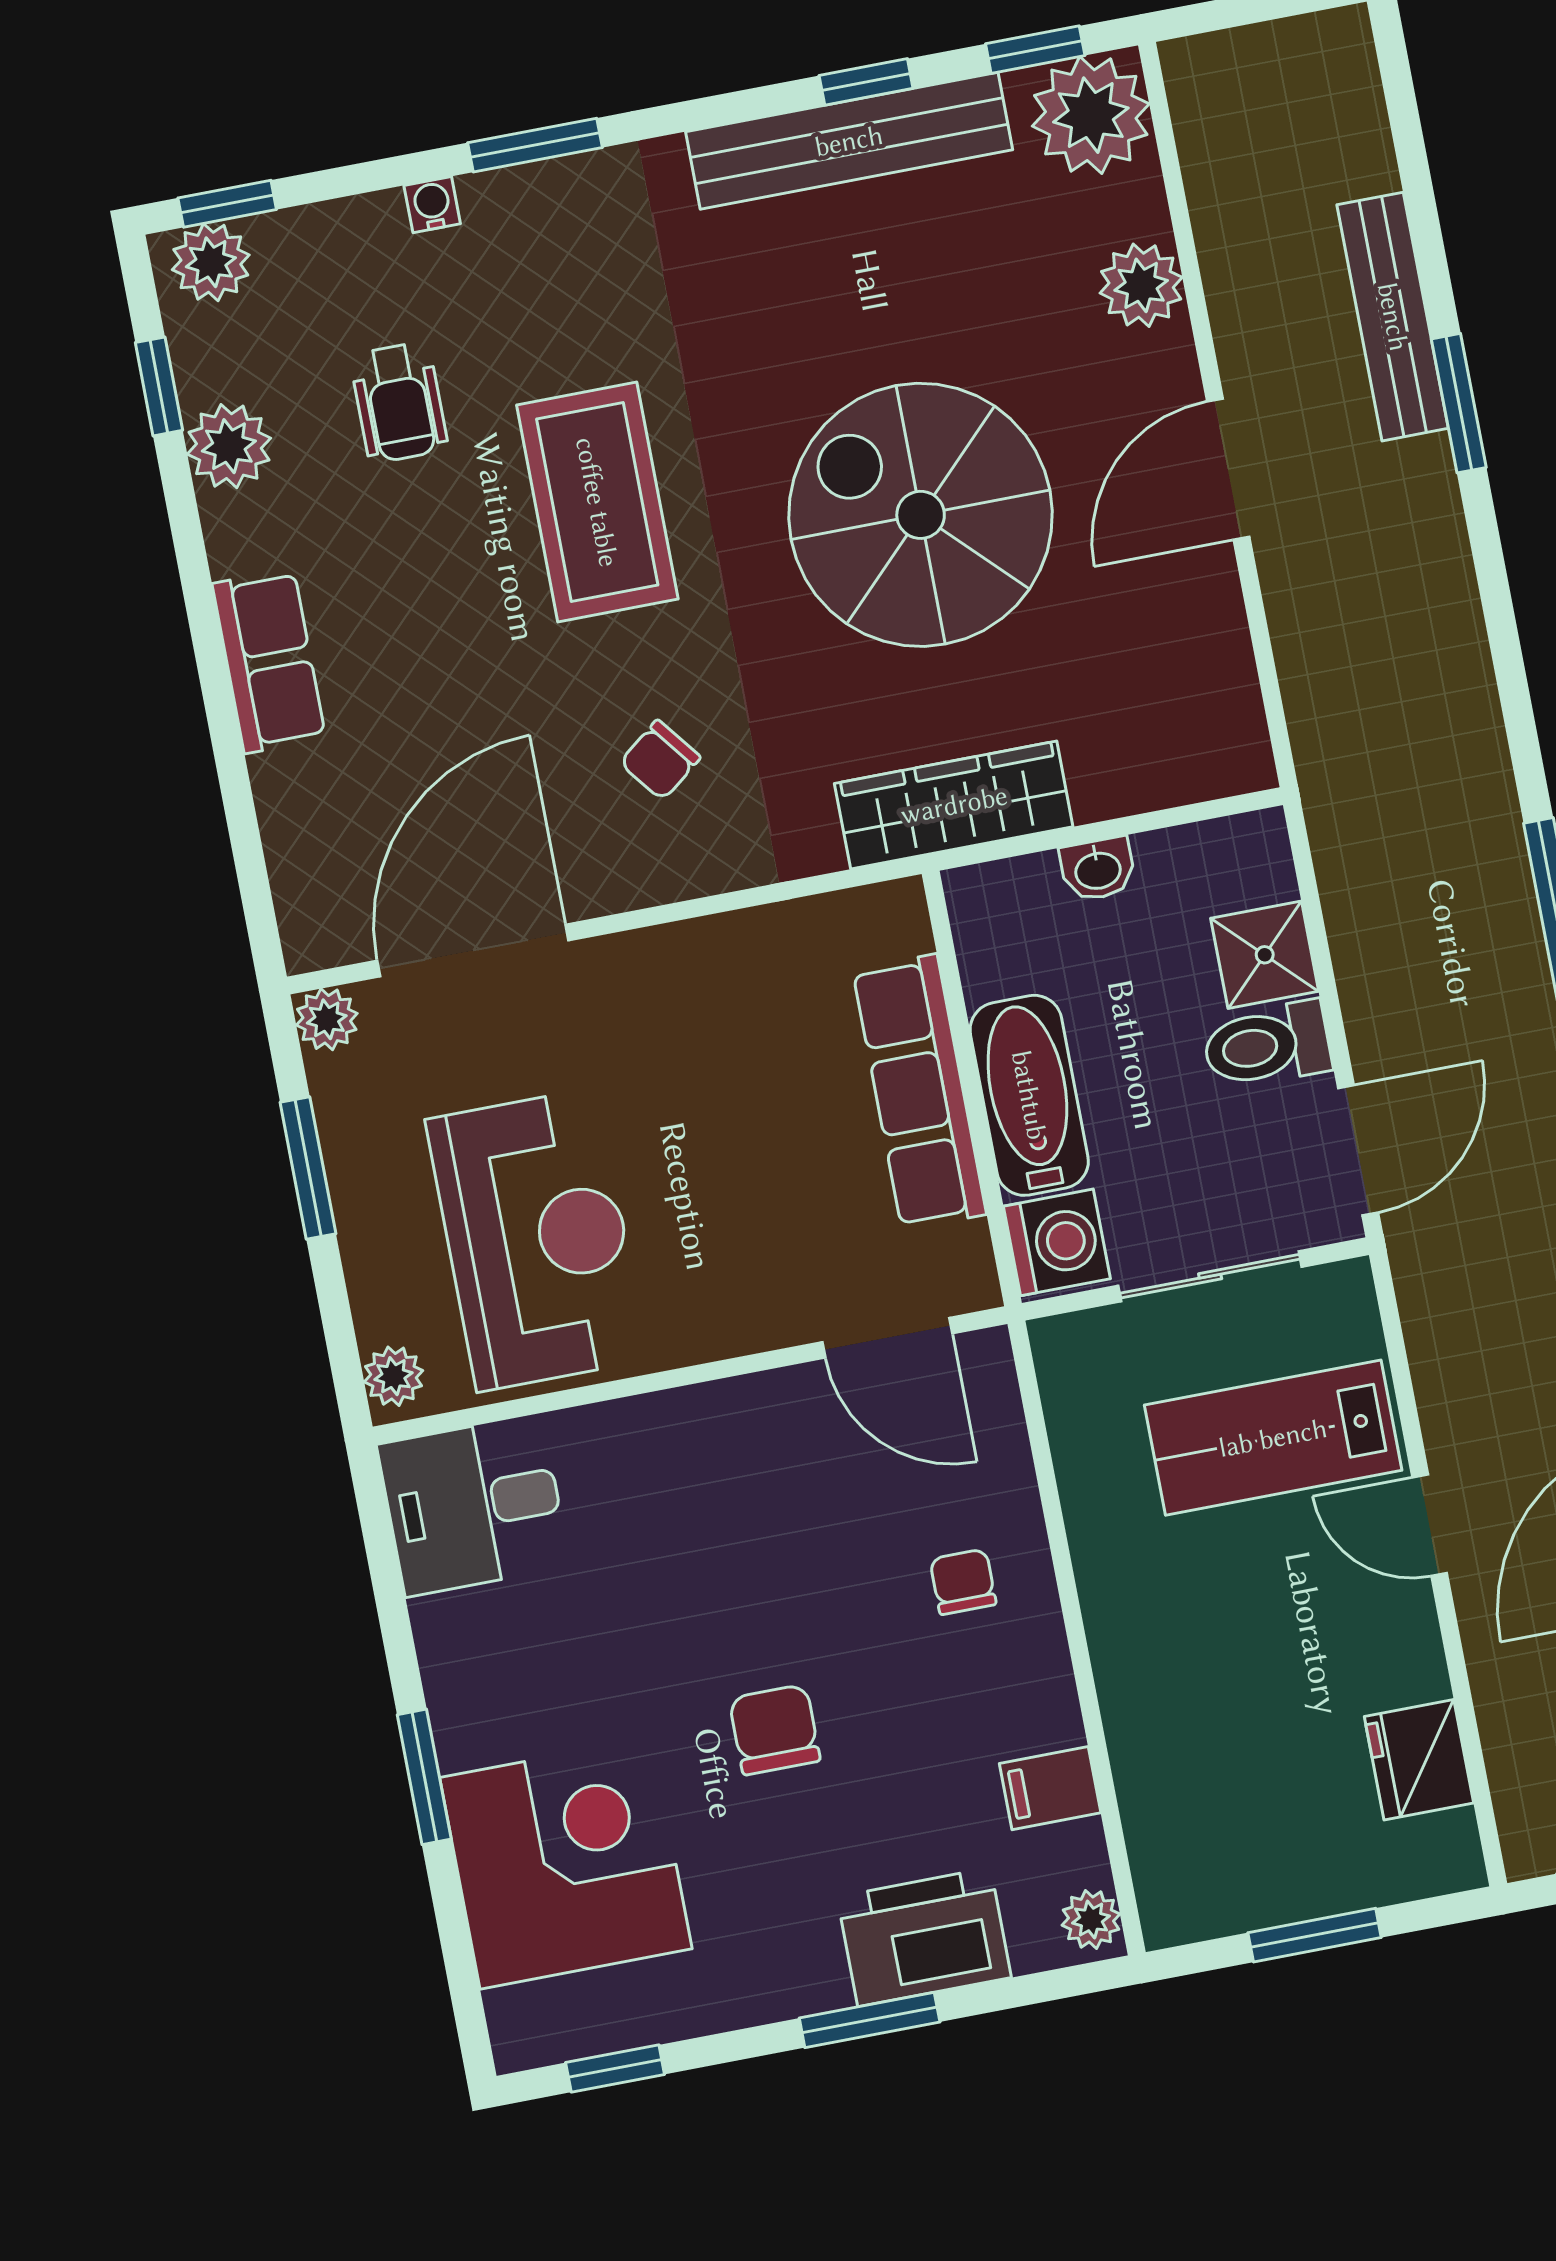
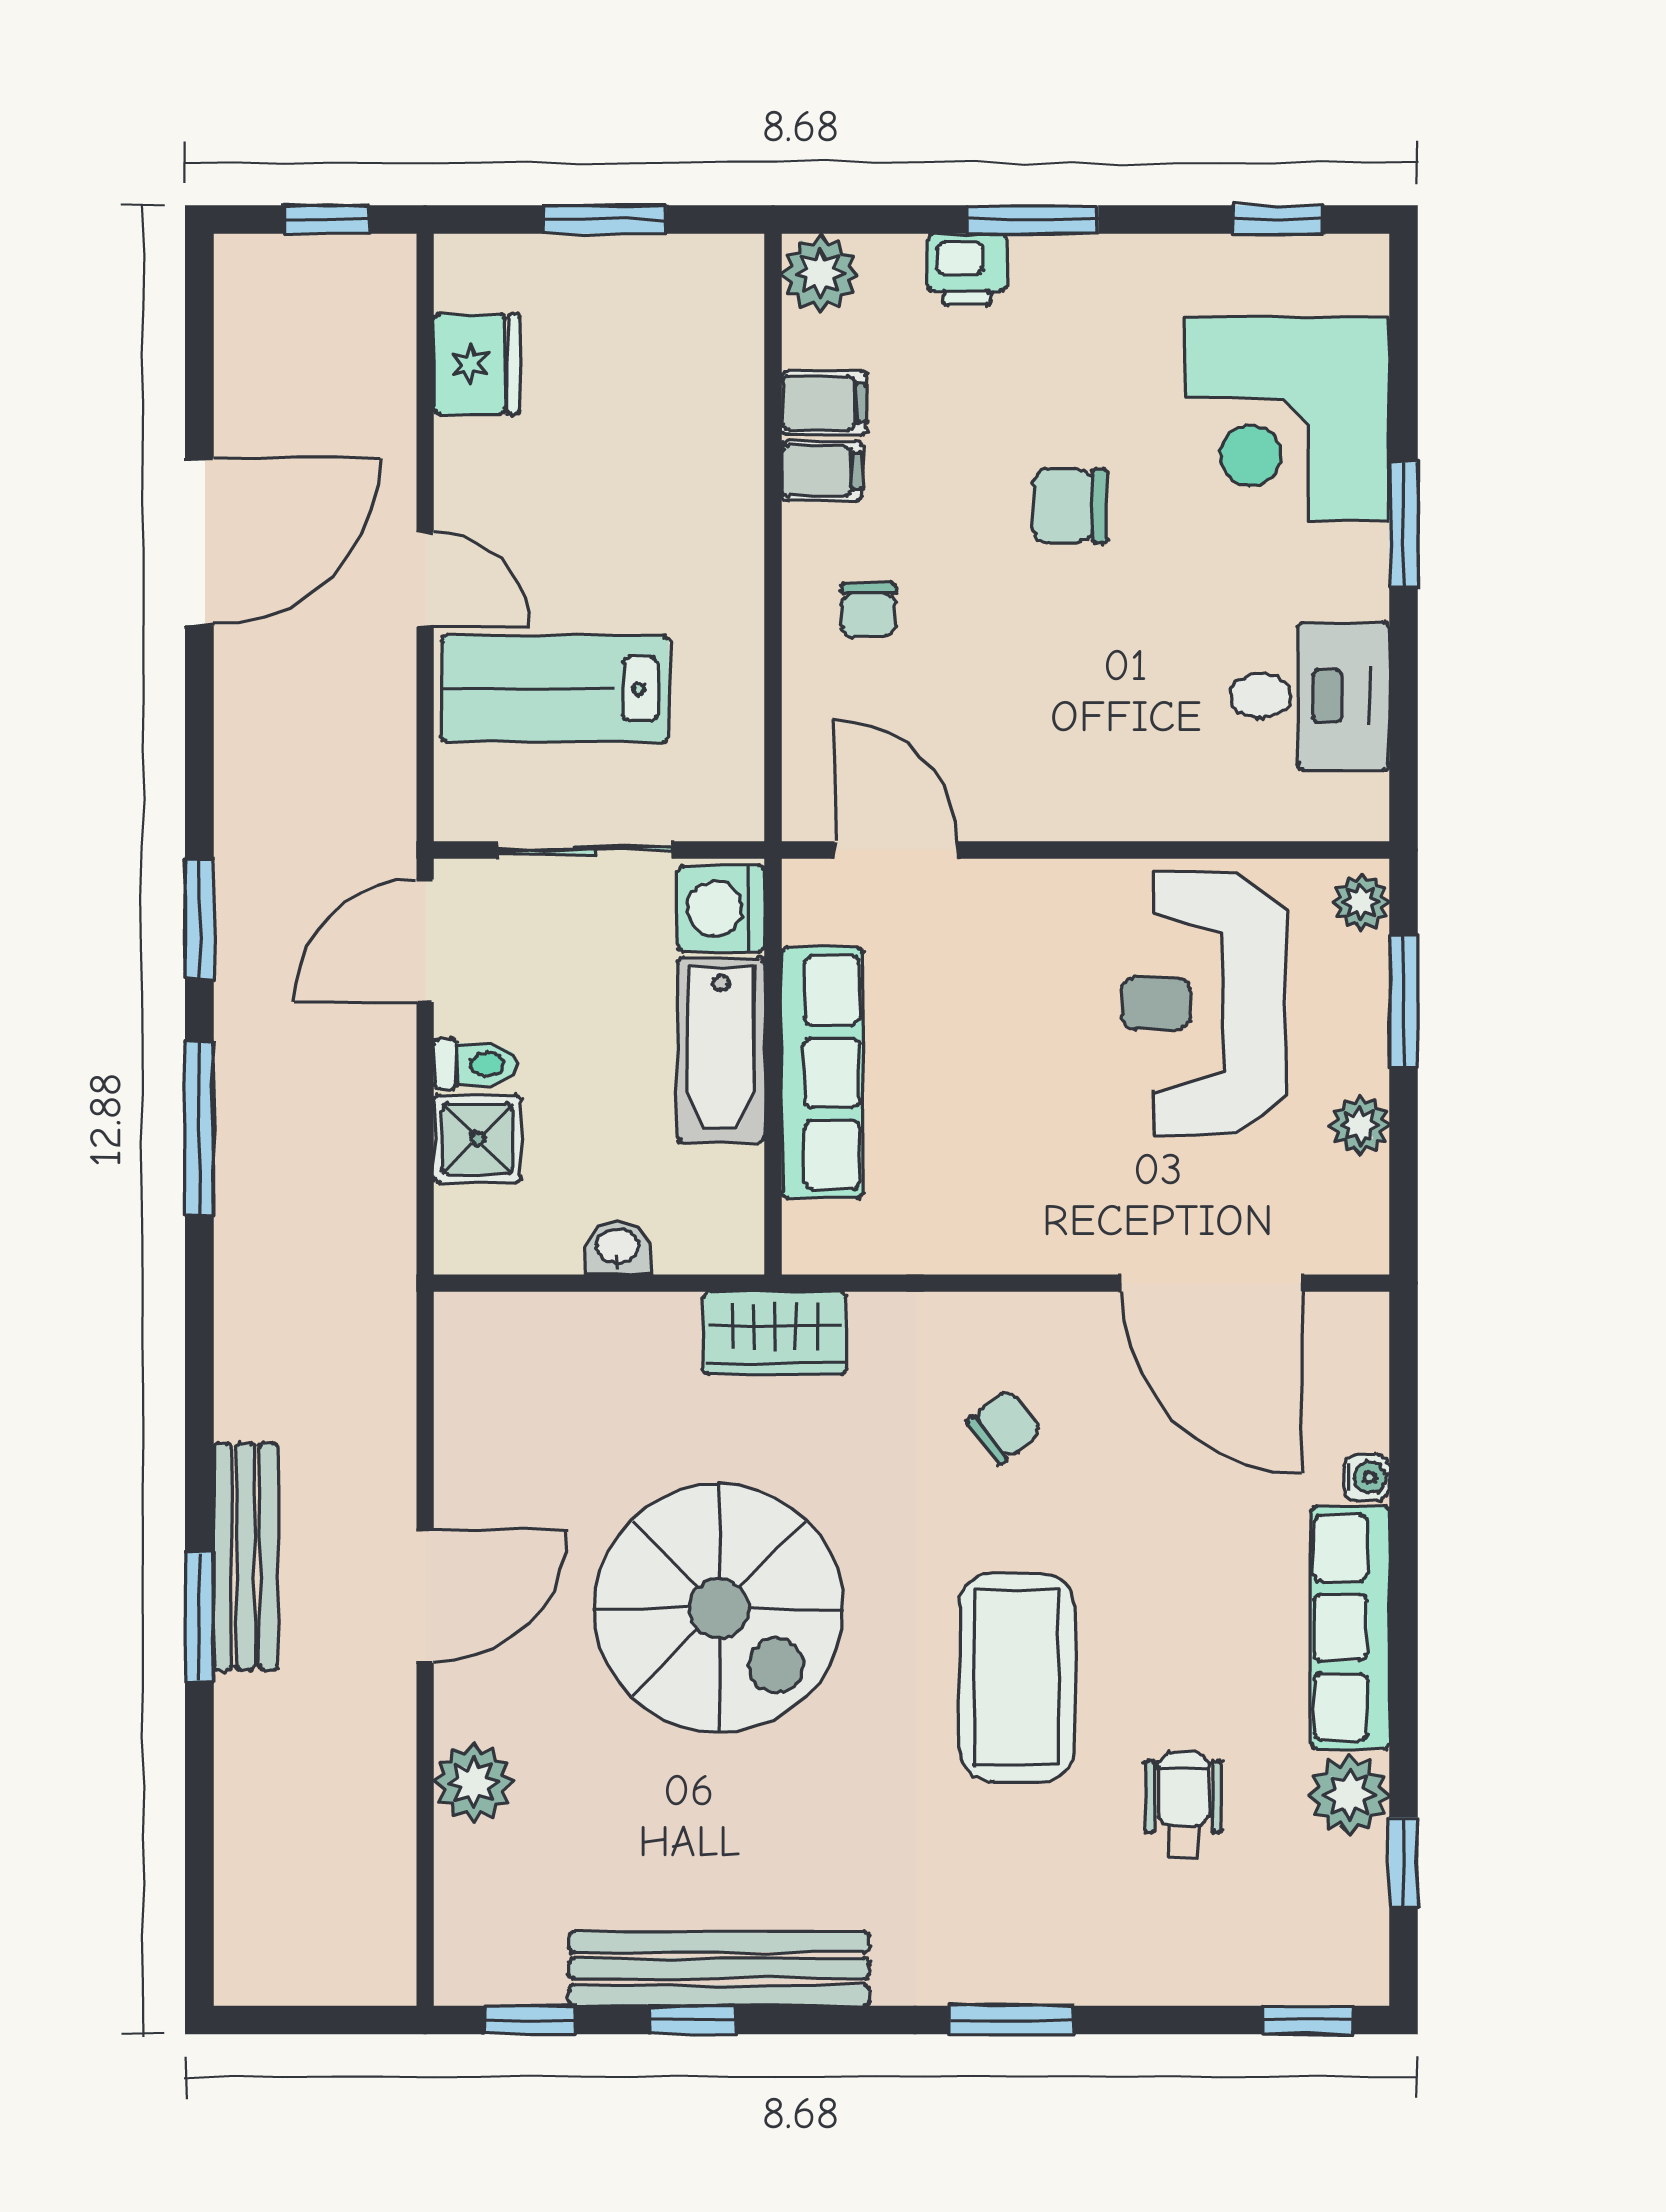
plant: (1091, 115) -> (490, 1949), removed
water cooler: (432, 205) -> (1366, 1477), moved, turned -90
plant: (211, 262) -> (1333, 1969), removed
bench: (1393, 317) -> (245, 1556), moved
row of seats: (269, 661) -> (1350, 1627), width x1.48
wardrobe: (954, 805) -> (775, 1333), width x0.67
door: (473, 950) -> (1212, 1283), hinge flipped
plant: (327, 1019) -> (1360, 1125), moved
toilet: (1267, 1045) -> (475, 1064), width x0.73, depth x0.72
window: (308, 1168) -> (1403, 1001), moved
lab bench: (1273, 1438) -> (555, 689), turned 180
desk: (473, 1505) -> (1310, 696), moved
filing cabinet: (1039, 1717) -> (822, 471), added
chair: (775, 1730) -> (1070, 506), turned 90
plant: (1091, 1920) -> (820, 274), width x1.38, depth x1.38
printer: (924, 1937) -> (968, 270), width x0.53, depth x0.68

